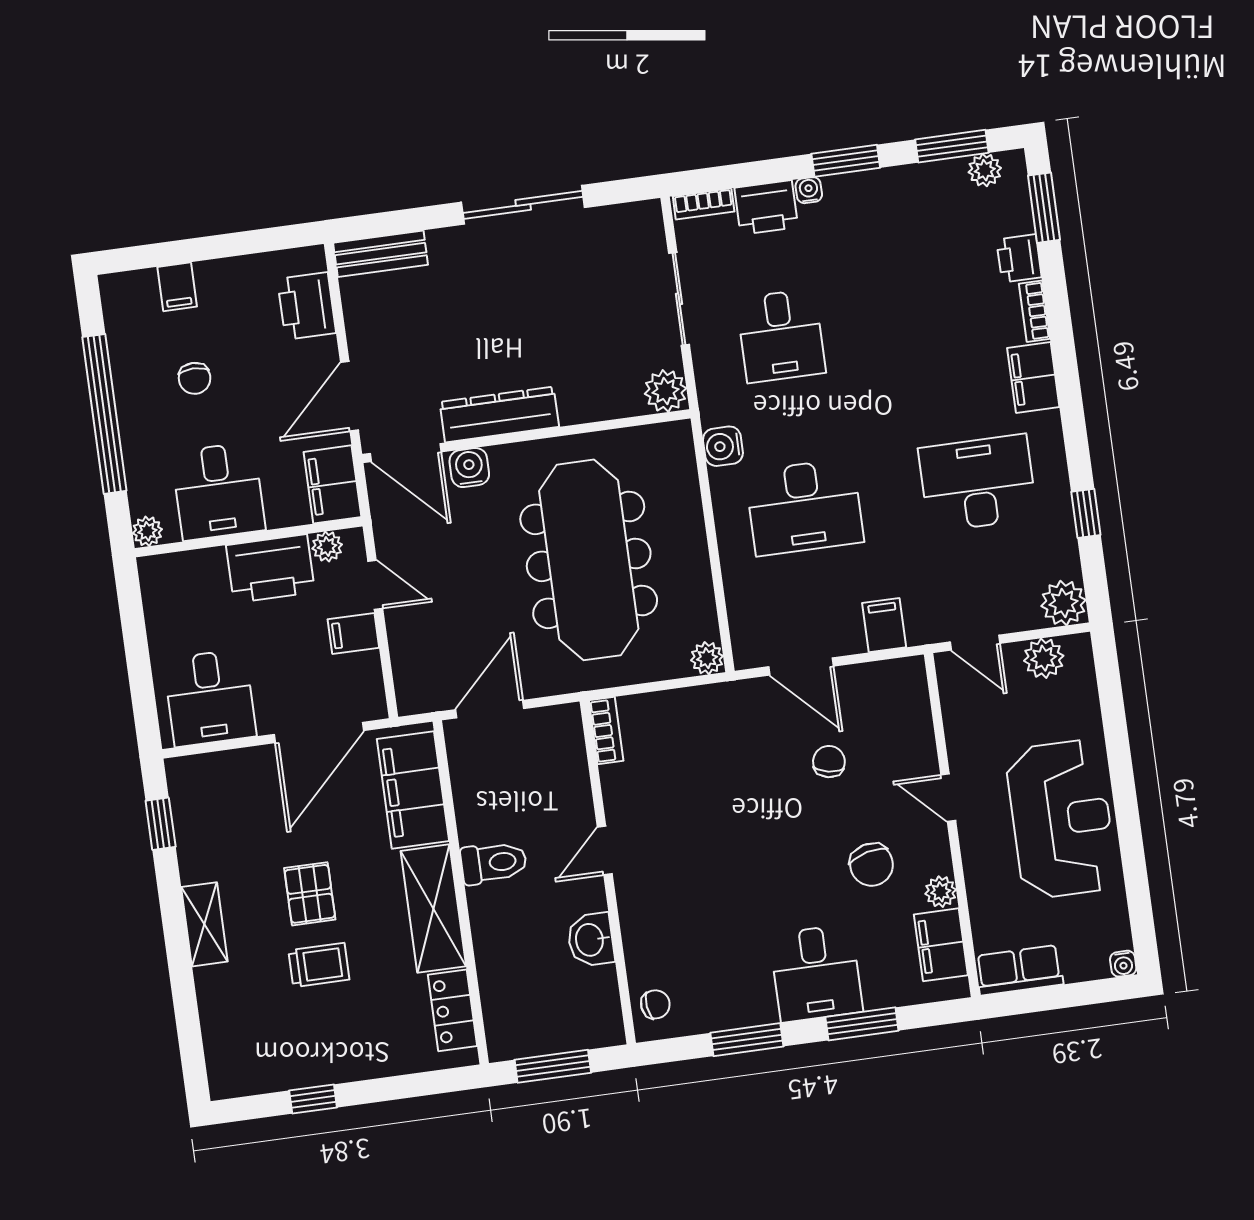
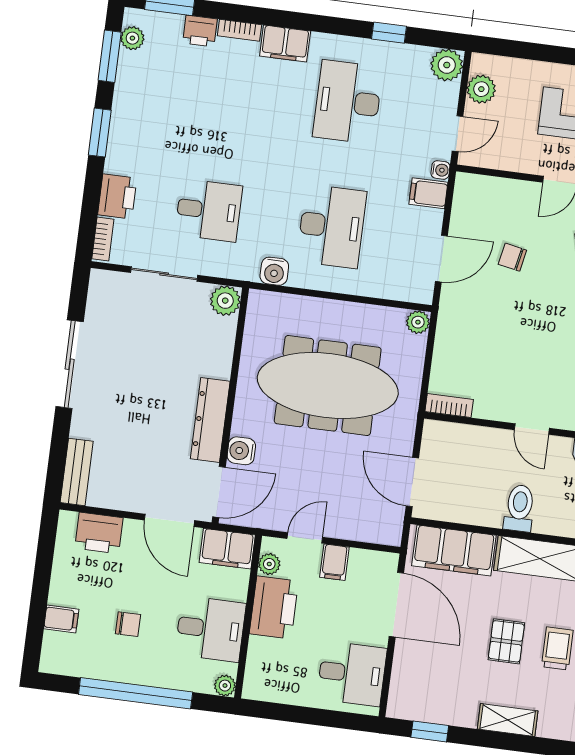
water cooler: (809, 190) -> (440, 170), moved, turned 180
pallet: (310, 894) -> (506, 641), turned 90

